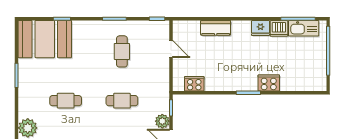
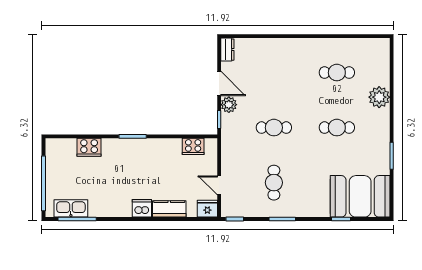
fridge: (260, 28) -> (207, 209), moved
dishwasher: (279, 28) -> (142, 208), moved
cooker: (269, 83) -> (89, 147), moved

